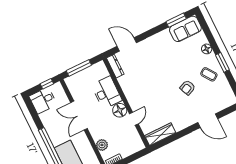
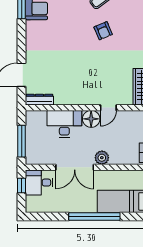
desk: (43, 100) -> (39, 183), moved, turned 90
door: (134, 119) -> (108, 108), swing flipped
plant: (102, 145) -> (102, 158), moved

